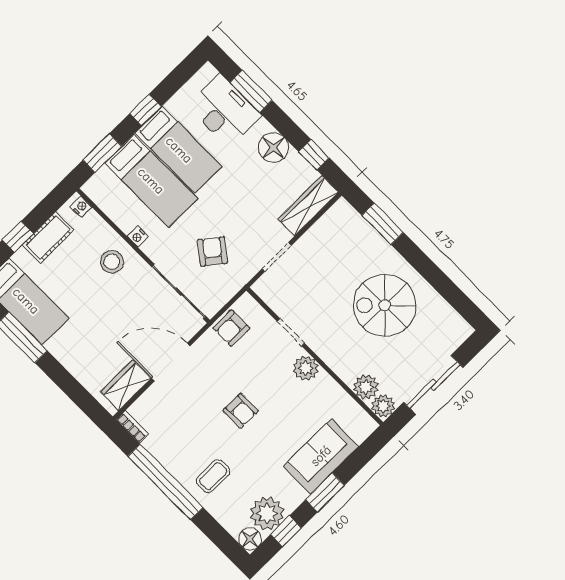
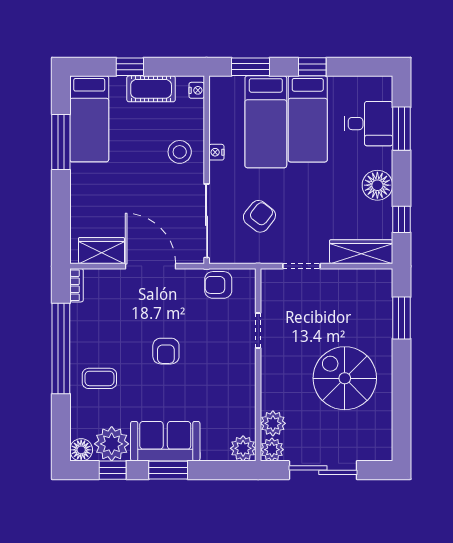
desk: (224, 111) -> (369, 124), width x0.73
plant: (306, 368) -> (243, 448), moved
sofa: (321, 456) -> (165, 441), moved

